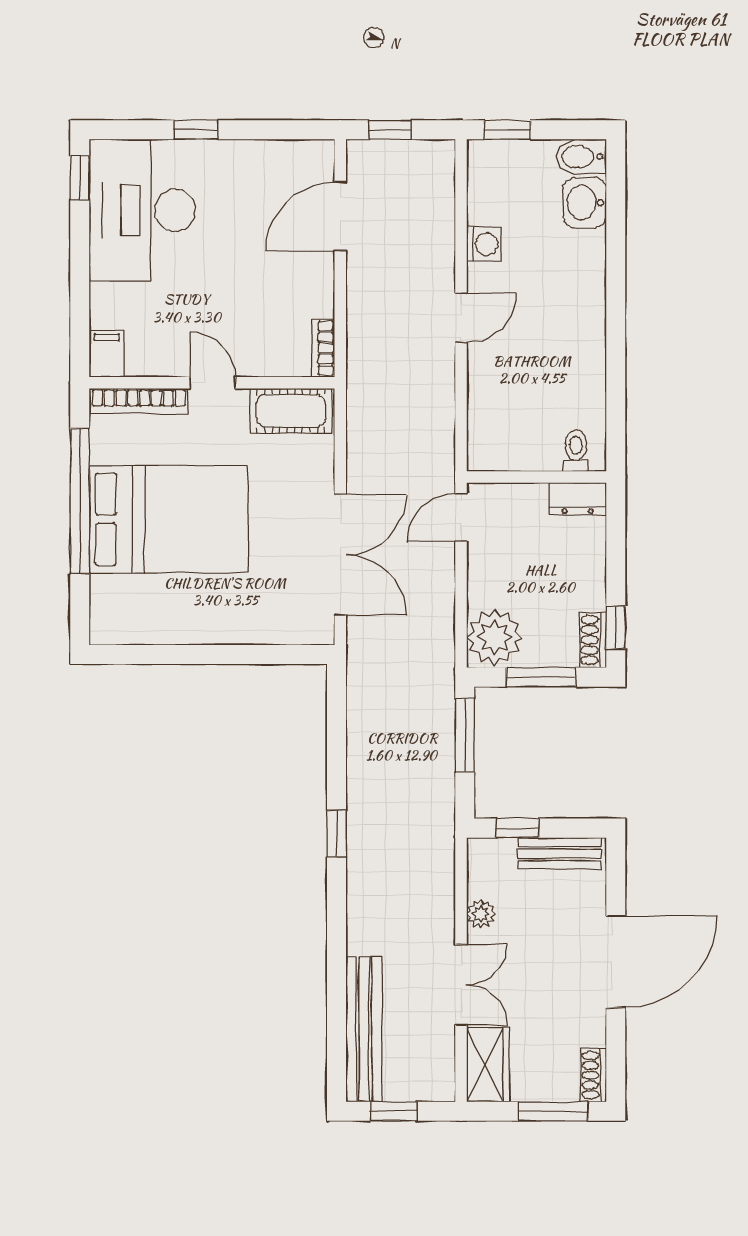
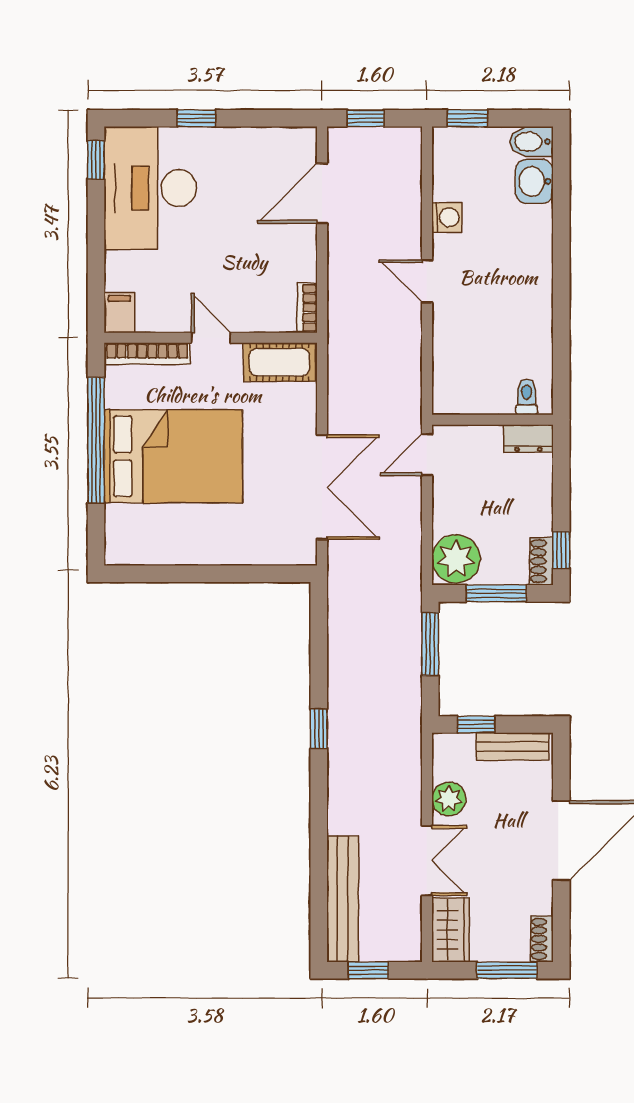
door: (461, 318) -> (427, 281), swing flipped
plant: (481, 914) -> (449, 799), width x1.38, depth x1.38

